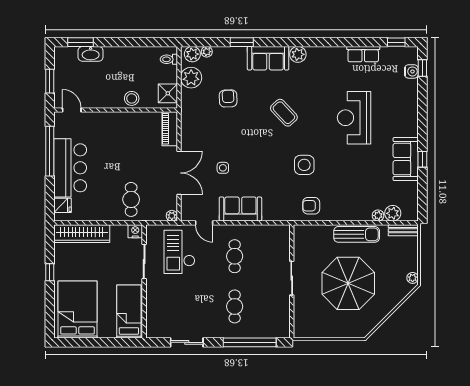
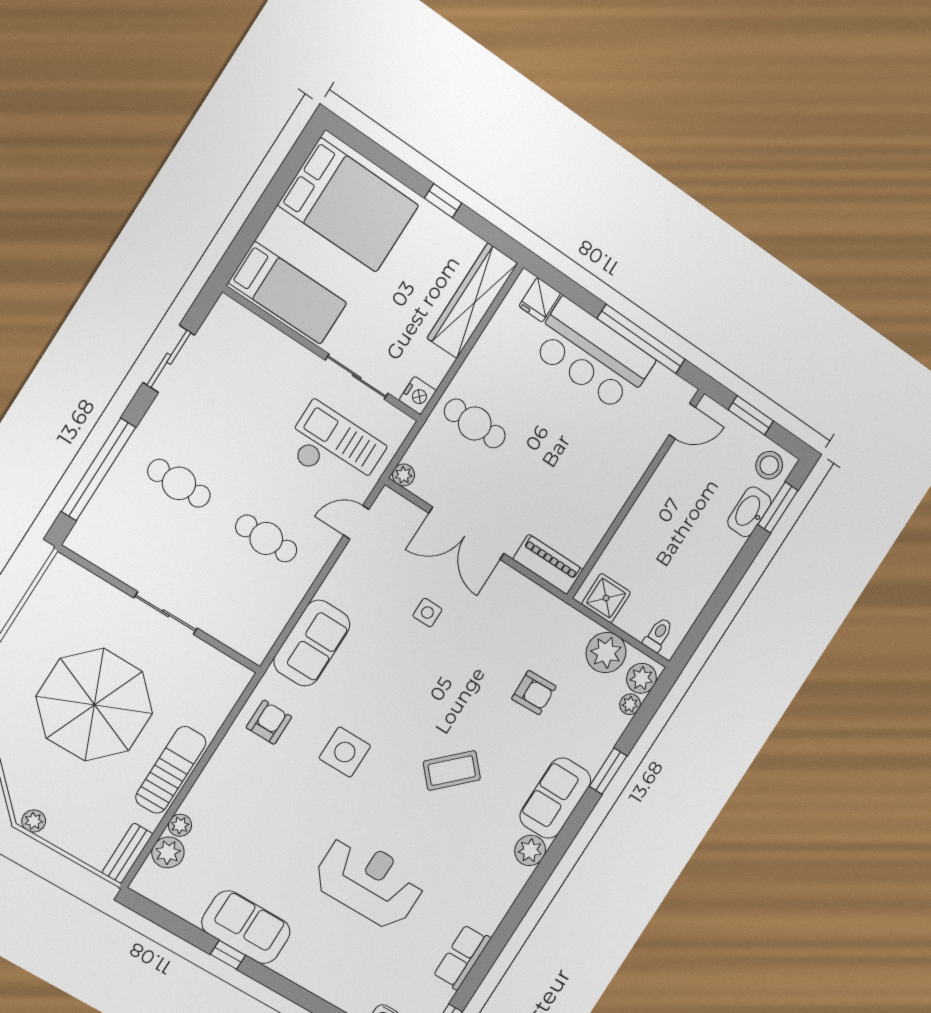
stool: (132, 98) -> (769, 465), moved
sofa: (240, 209) -> (312, 643), moved
sun lounger: (357, 234) -> (171, 770), turned 180

